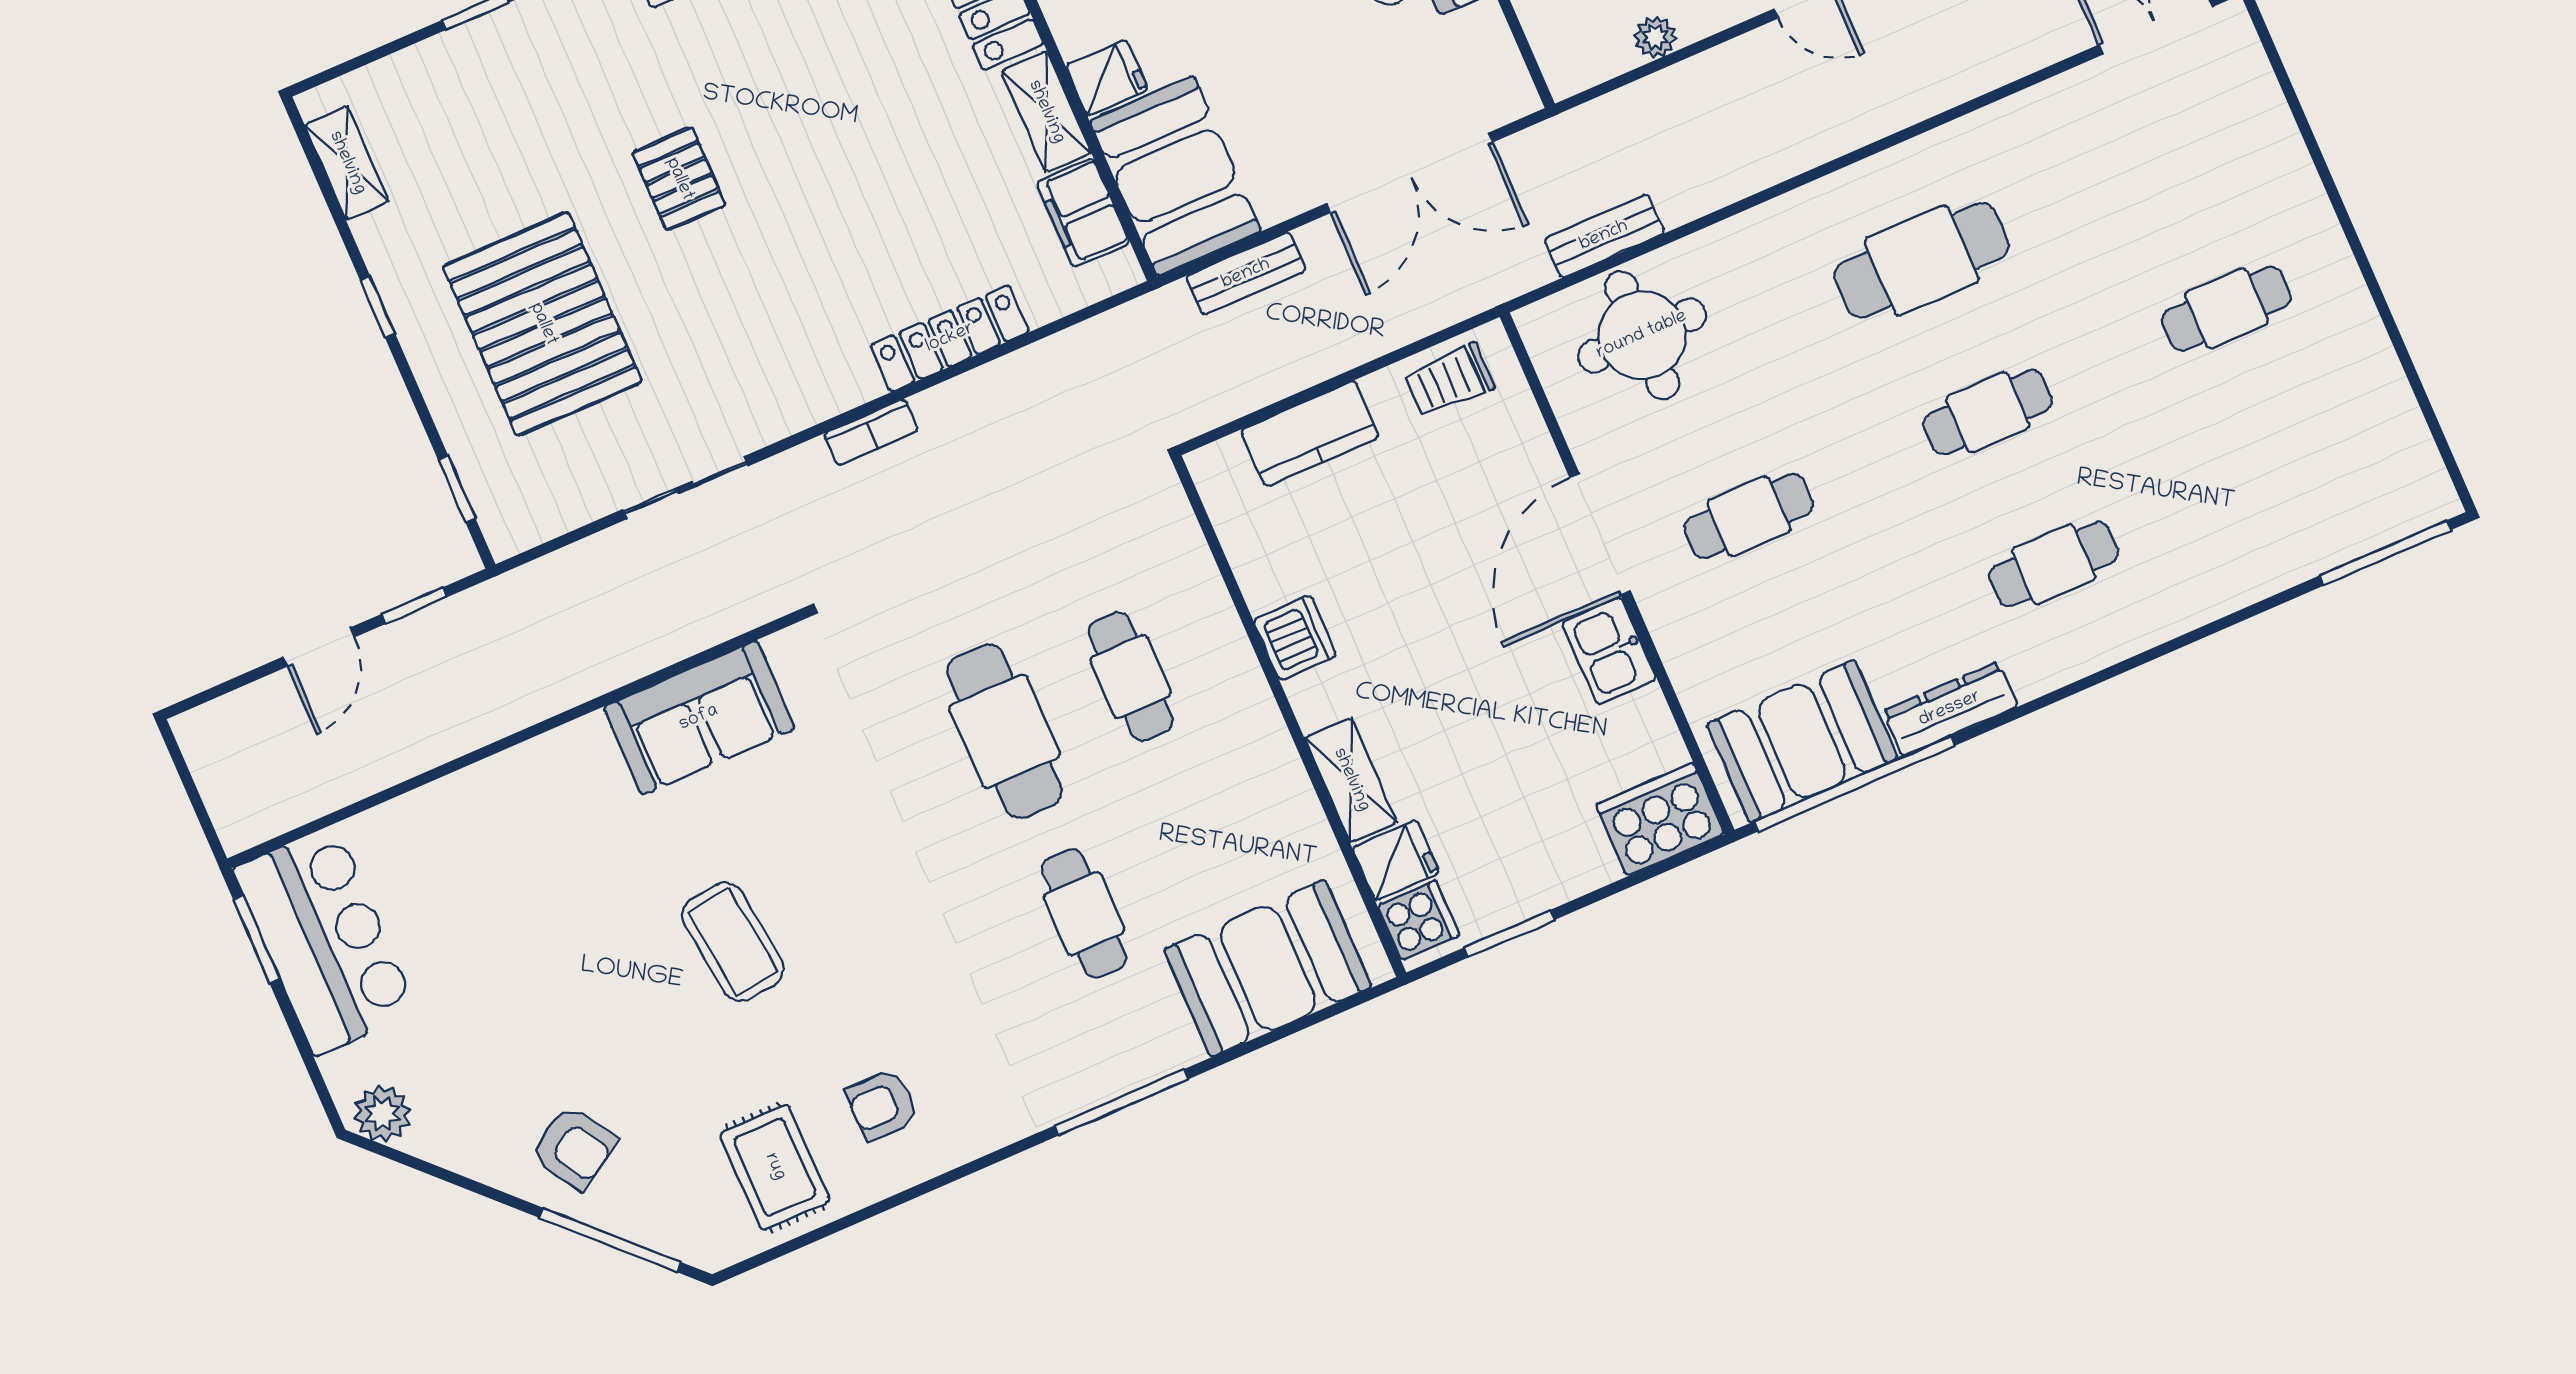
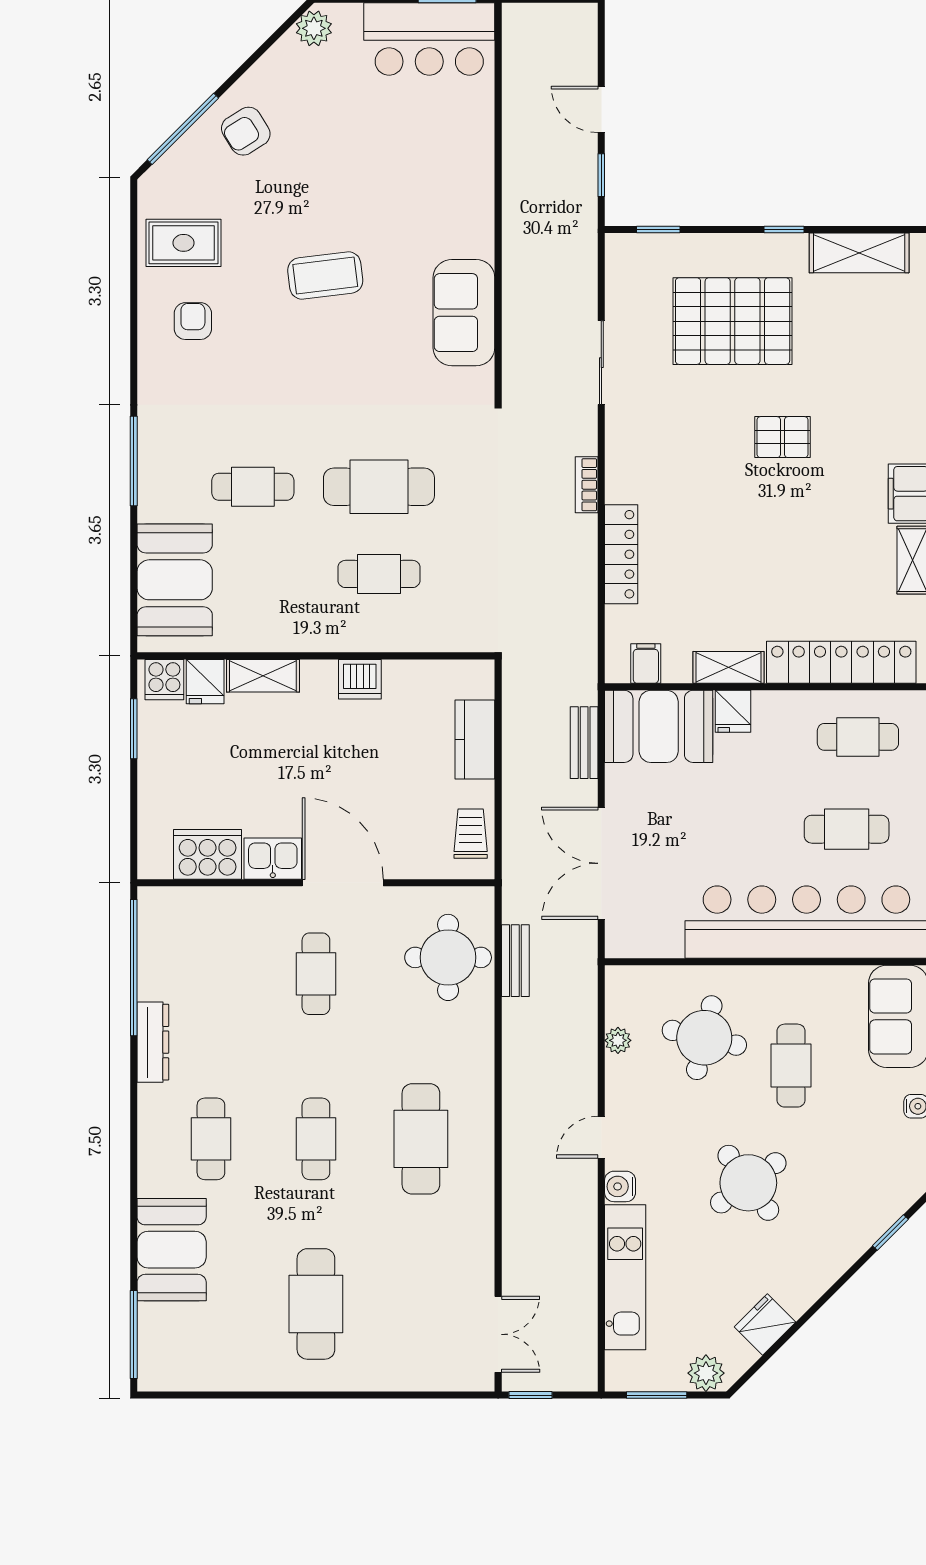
shelving: (347, 163) -> (859, 253), width x1.50, depth x1.33
filing cabinet: (1083, 213) -> (646, 664), width x0.50
cafe table: (2226, 308) -> (316, 1304), width x1.37, depth x1.35
booth: (1802, 741) -> (172, 1250), moved
cooker: (1660, 819) -> (208, 854), moved, turned -90

